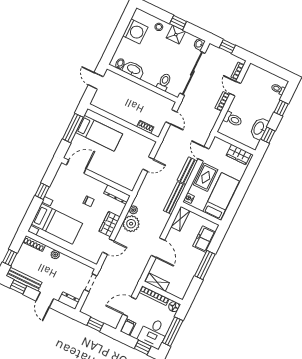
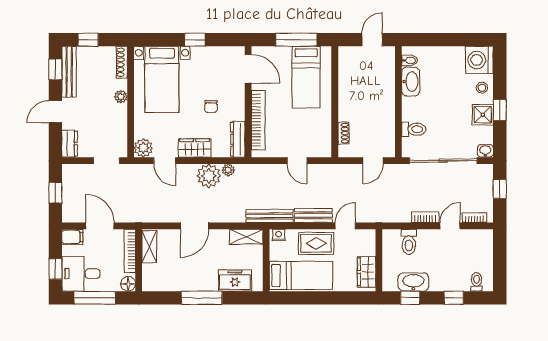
washing machine: (135, 31) -> (479, 60), moved, turned 90
bookcase: (111, 176) -> (258, 120), added
plant: (94, 256) -> (143, 148), added

